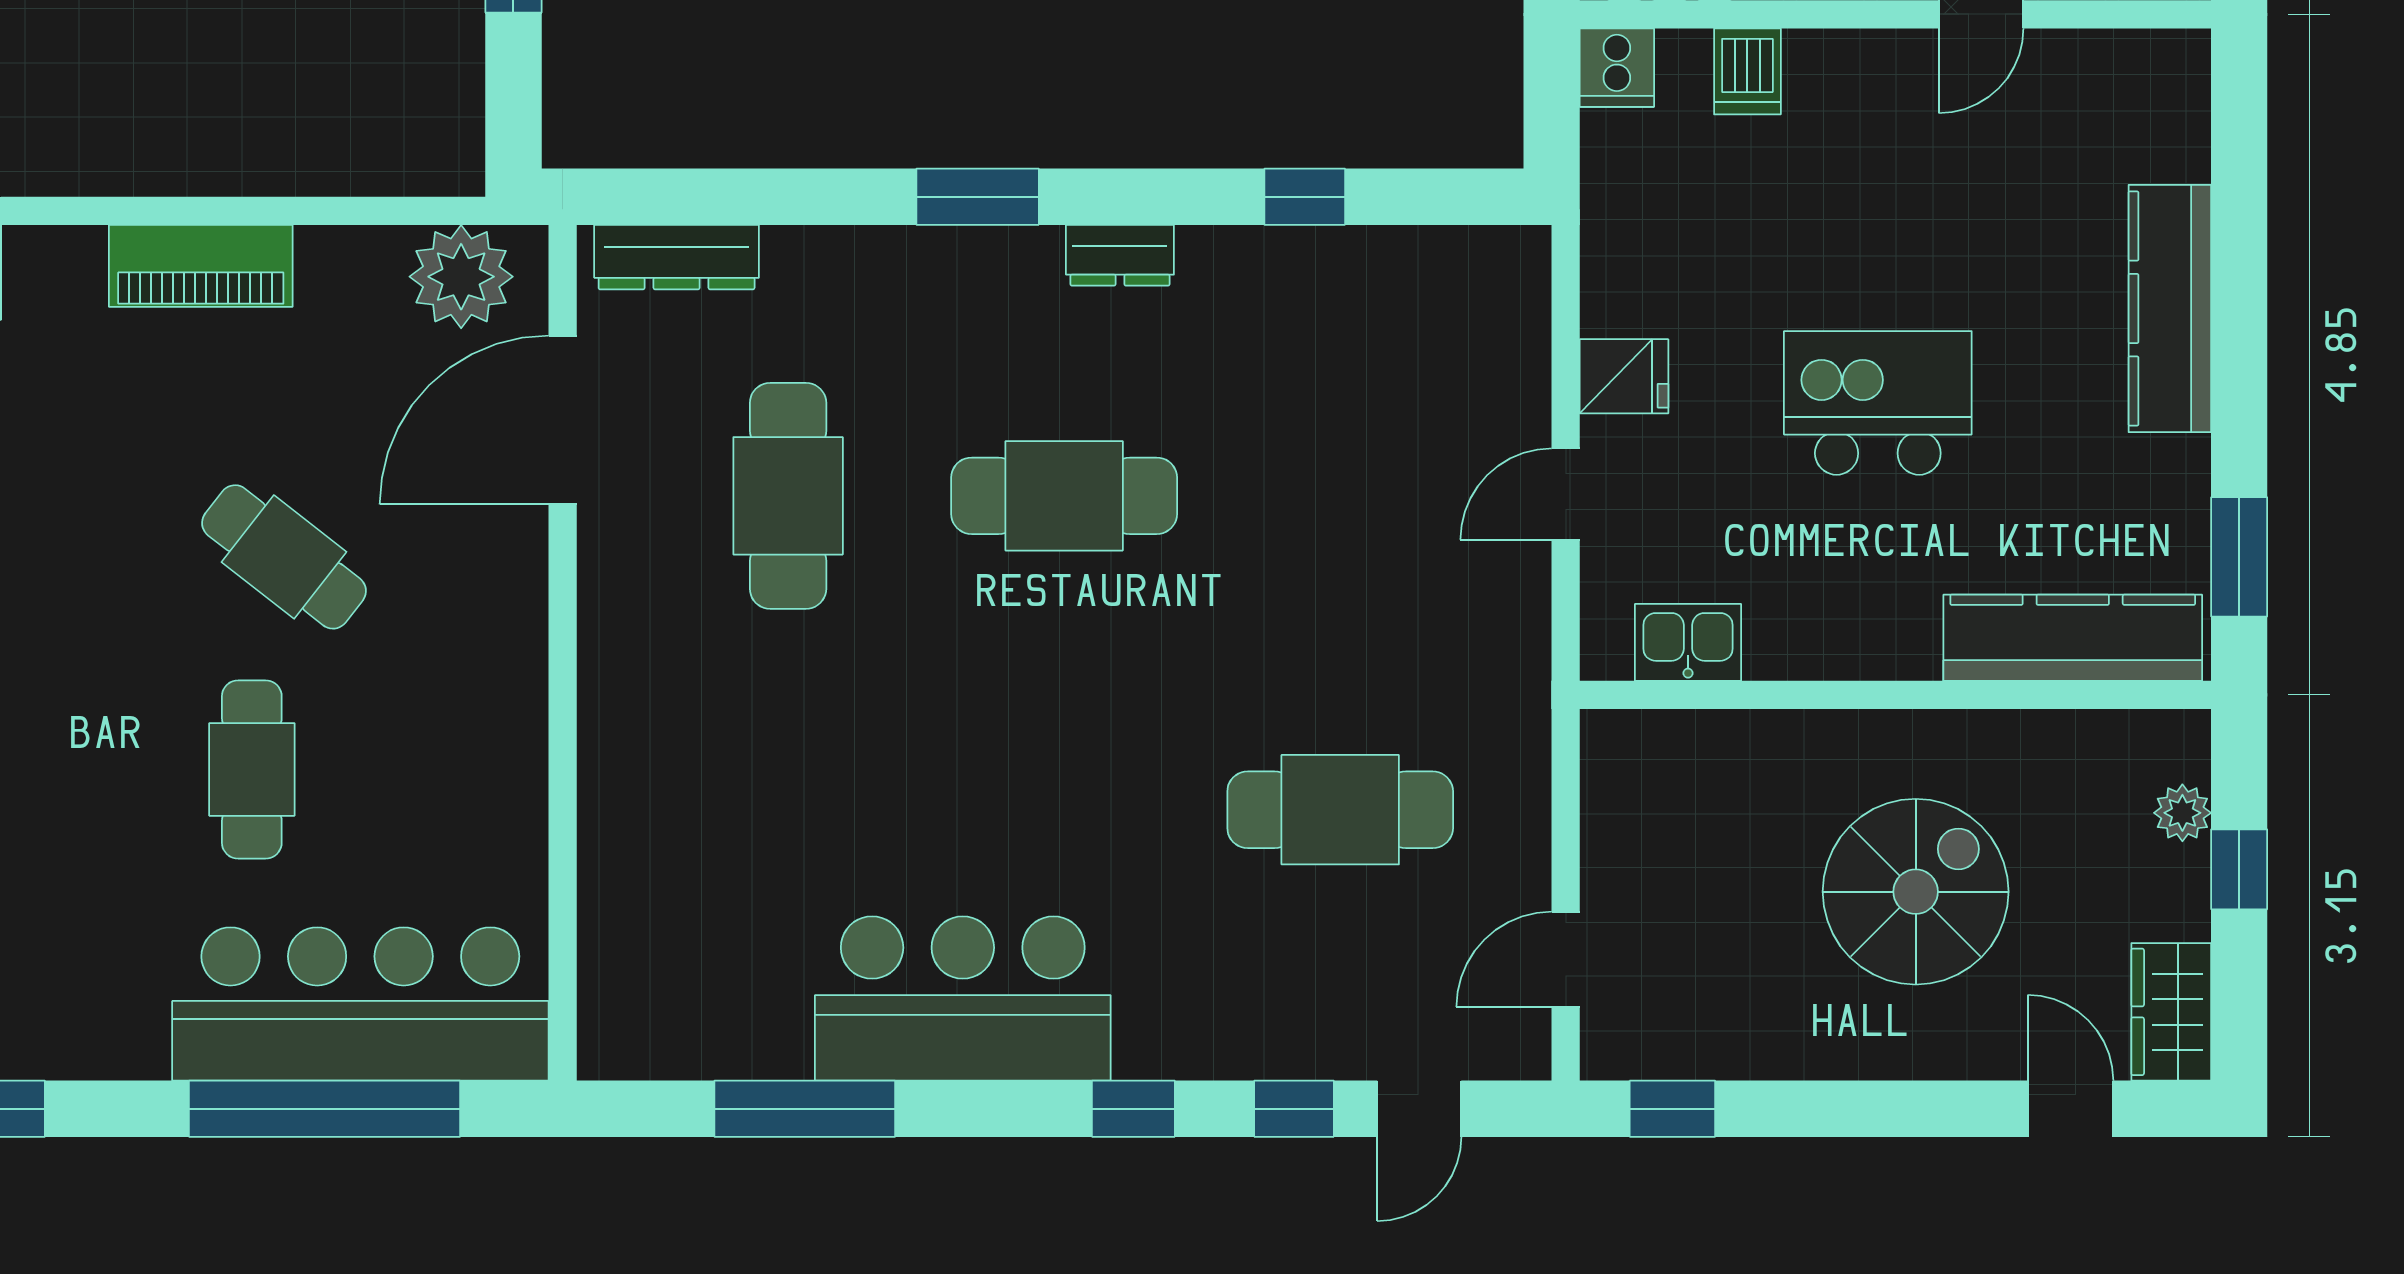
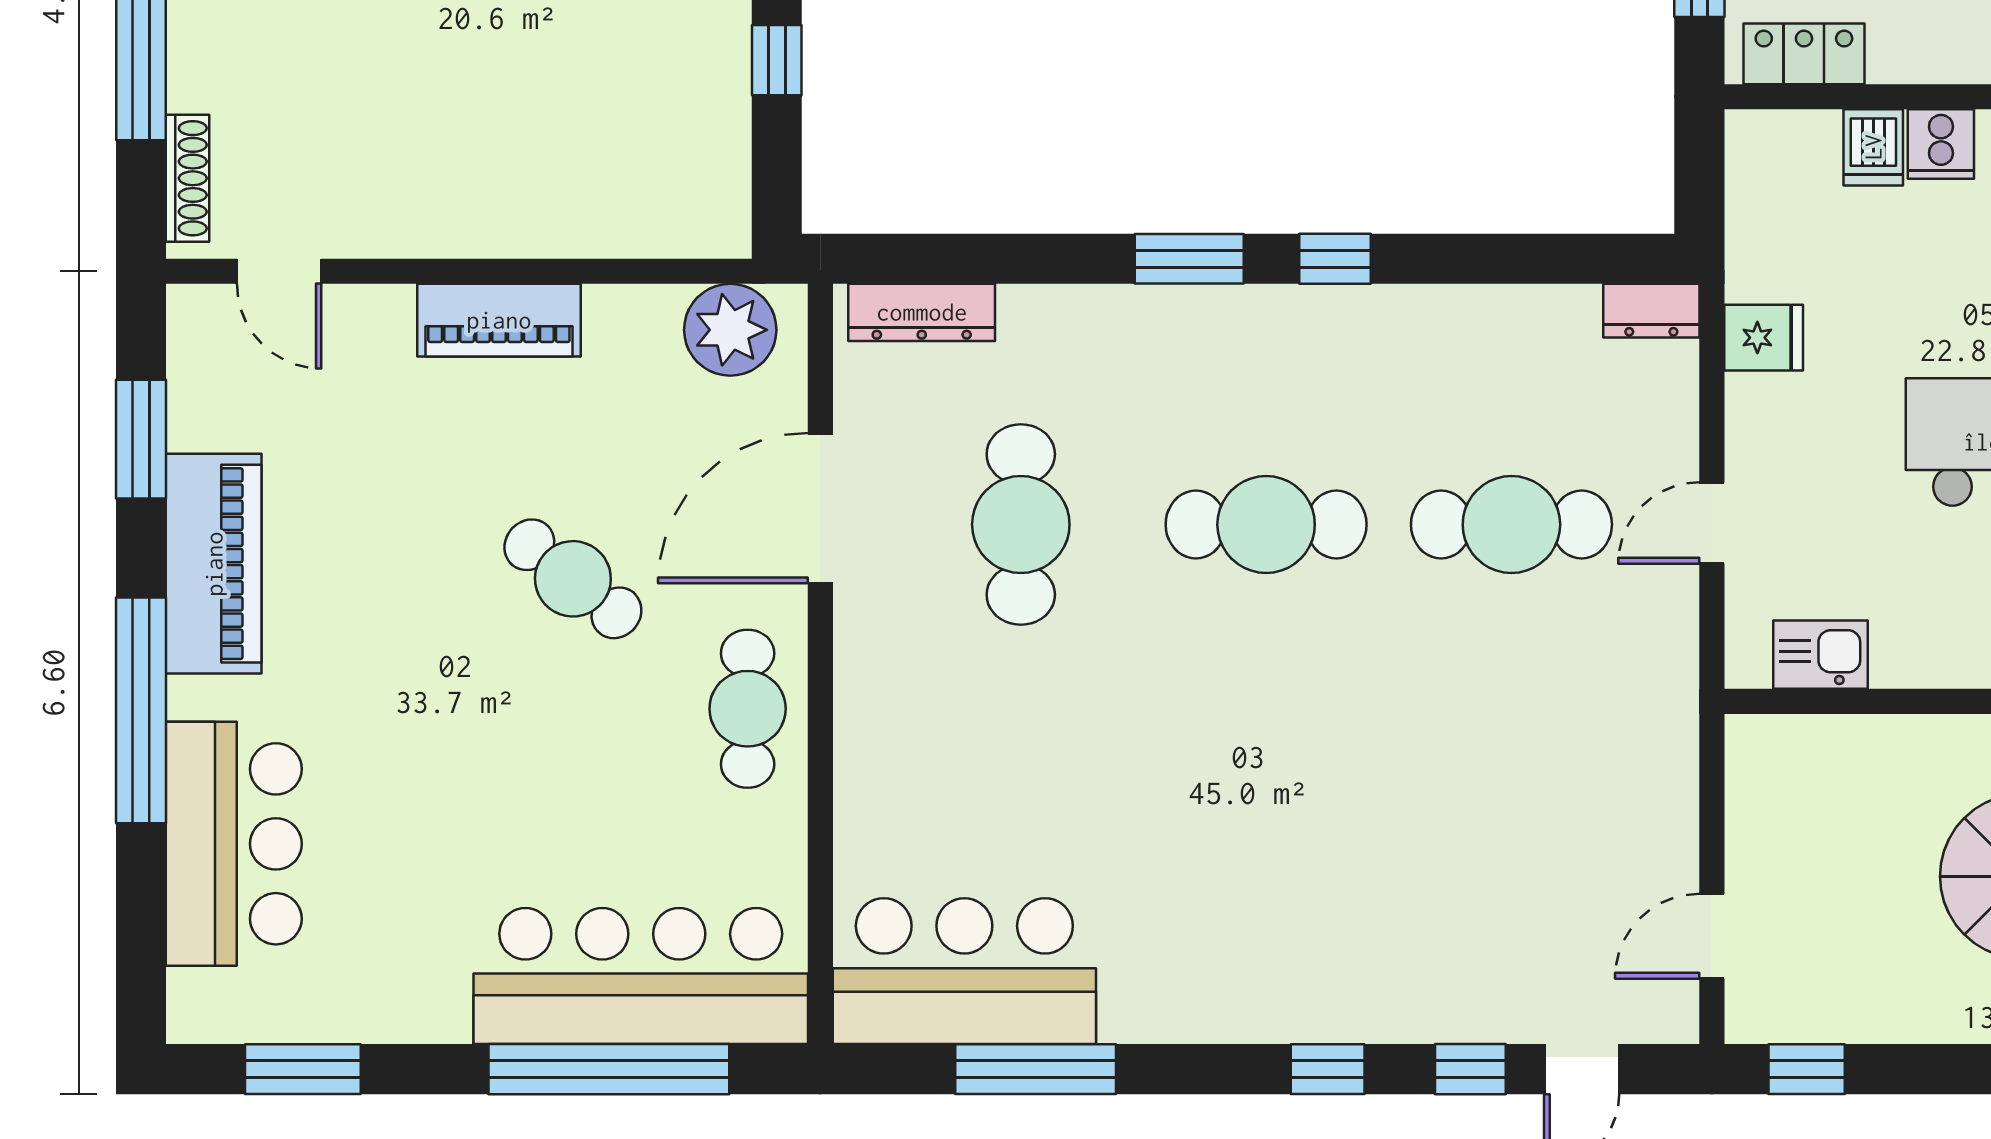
cooker: (1617, 68) -> (1941, 144), moved
window: (1305, 197) -> (1335, 259), moved
dresser: (1120, 255) -> (1651, 311), moved
fridge: (1624, 376) -> (1764, 338), moved
door: (563, 420) -> (820, 508), moved
cafe table: (252, 769) -> (748, 709), moved
cafe table: (1340, 810) -> (1511, 524), moved
bar counter: (963, 998) -> (964, 971), moved

